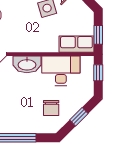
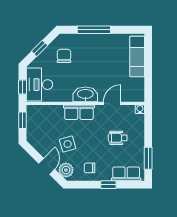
row of seats: (76, 44) -> (79, 112), moved
desk: (61, 71) -> (39, 85), moved, turned 90

